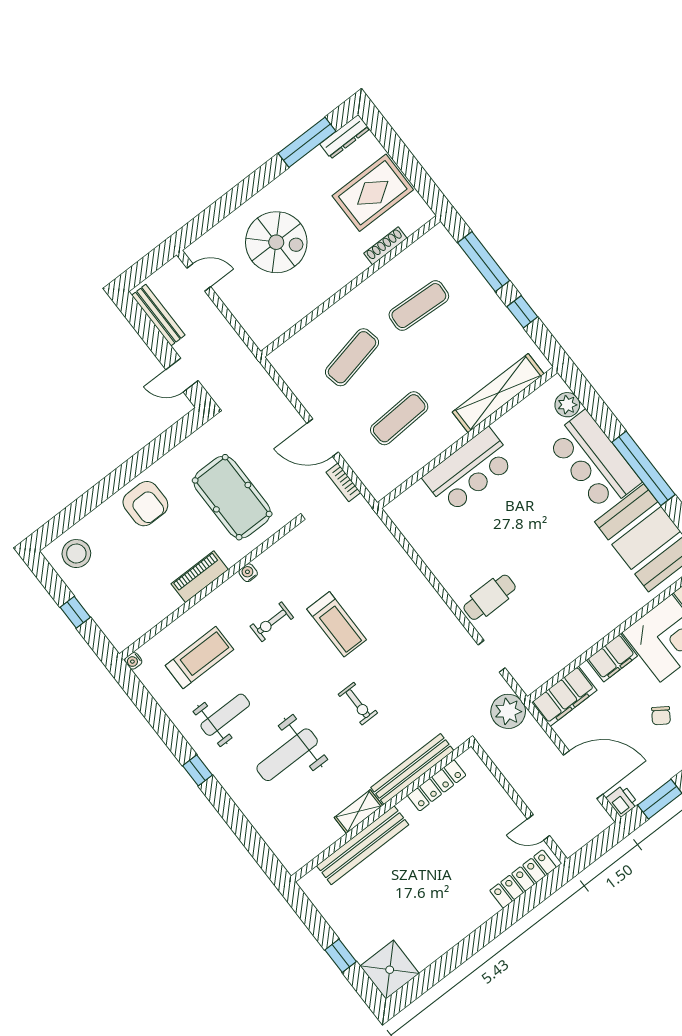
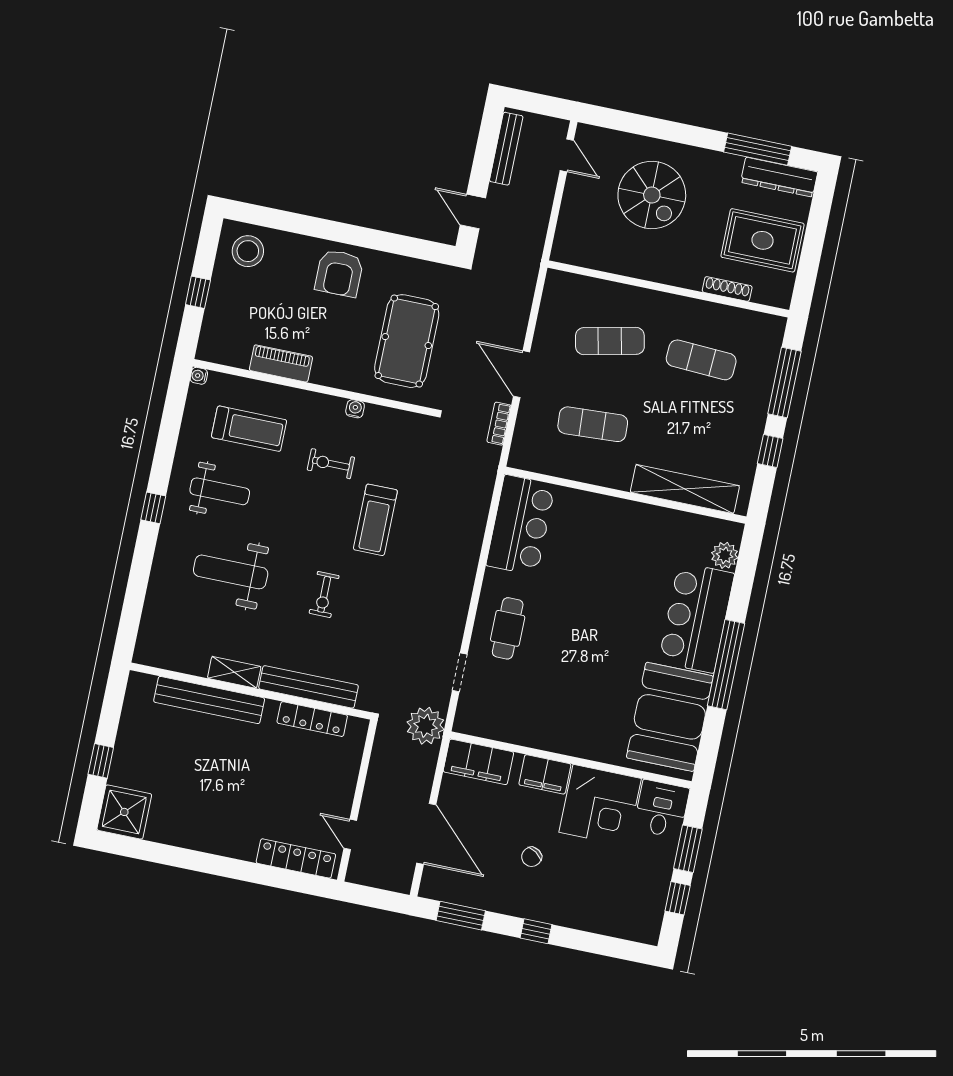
dresser: (345, 137) -> (779, 177), width x1.37, depth x1.24
bar counter: (469, 470) -> (521, 525), moved, turned -90
piano: (200, 577) -> (281, 363), moved
cafe table: (490, 597) -> (508, 628), turned 90
printer: (622, 801) -> (432, 885), removed

